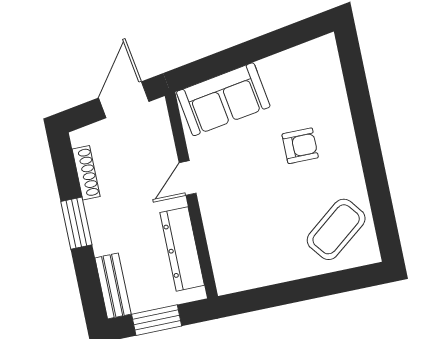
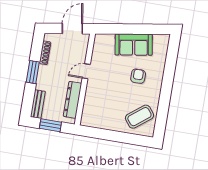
sofa: (223, 99) -> (134, 45), moved
armchair: (300, 146) -> (138, 76), turned -90

